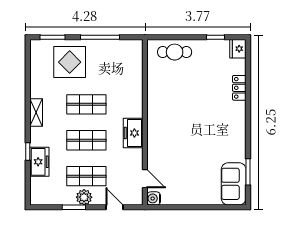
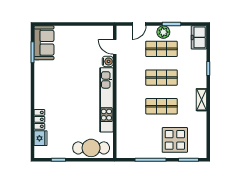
fridge: (238, 49) -> (41, 138), moved
cafe table: (175, 52) -> (91, 148), width x1.37, depth x1.35
kitchen unit: (155, 112) -> (106, 100), added
freezer: (133, 133) -> (124, 83), removed
freezer: (39, 162) -> (199, 37), moved
water cooler: (154, 198) -> (108, 61), moved
door: (114, 207) -> (139, 24), hinge flipped

